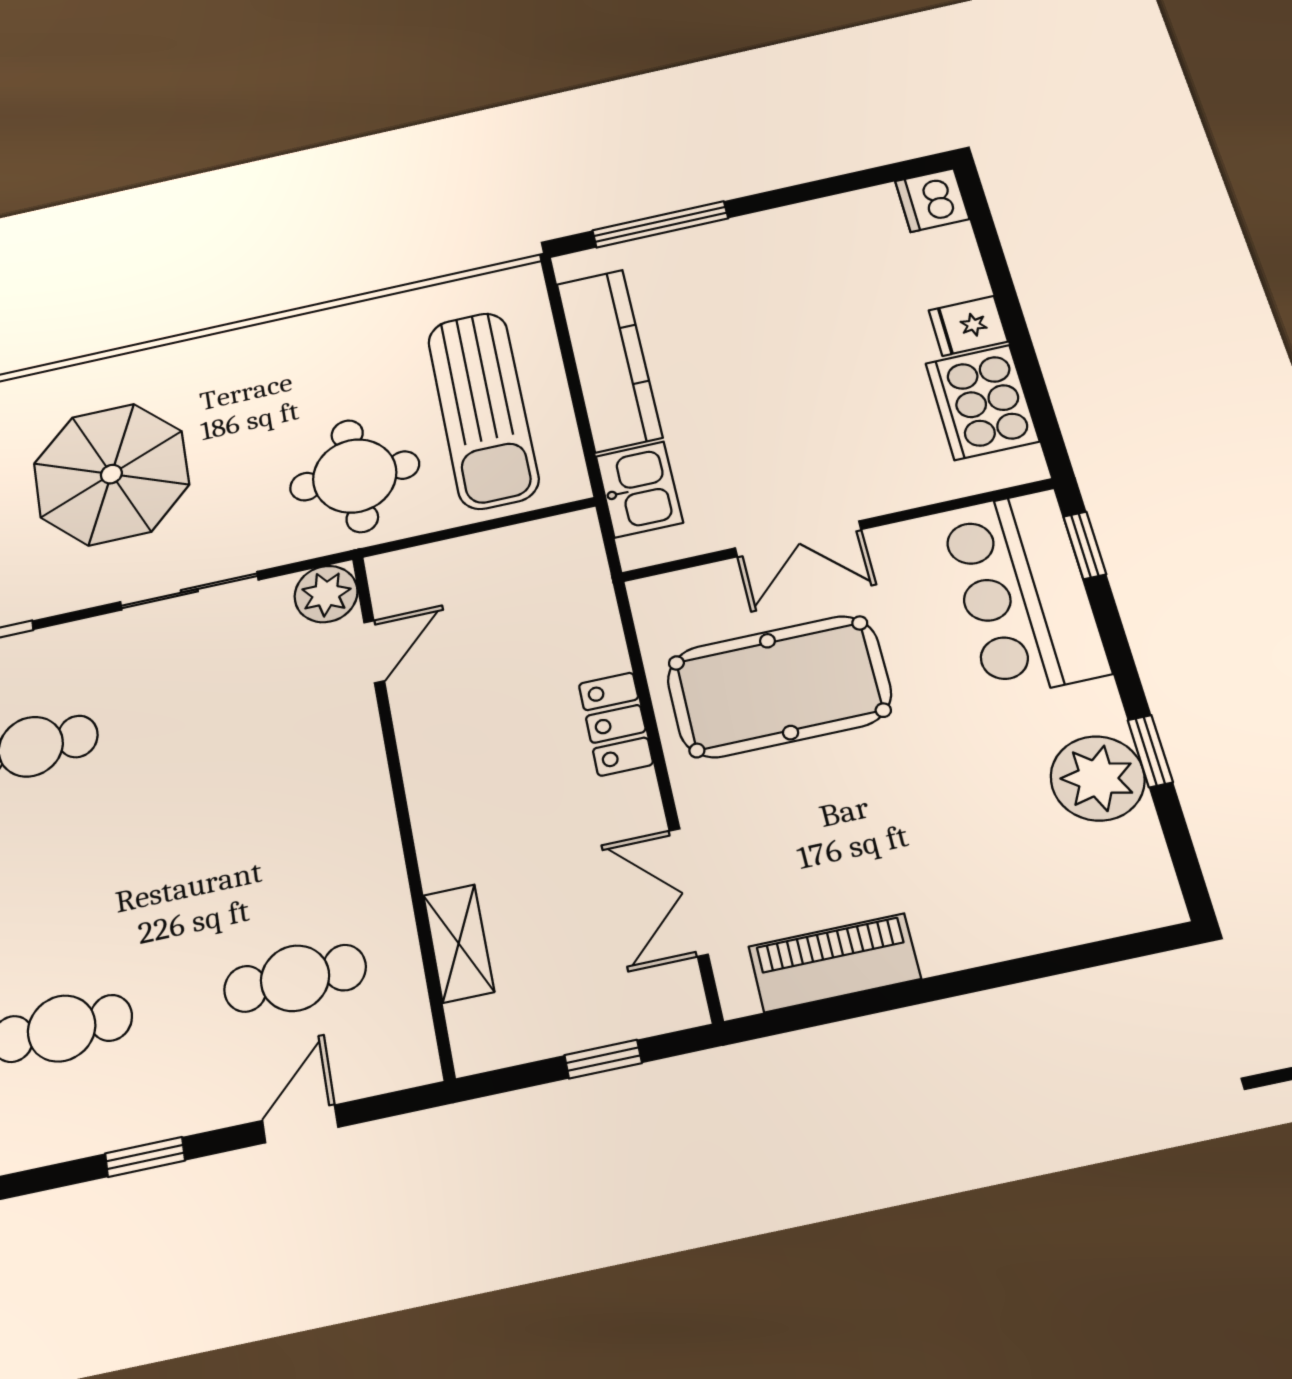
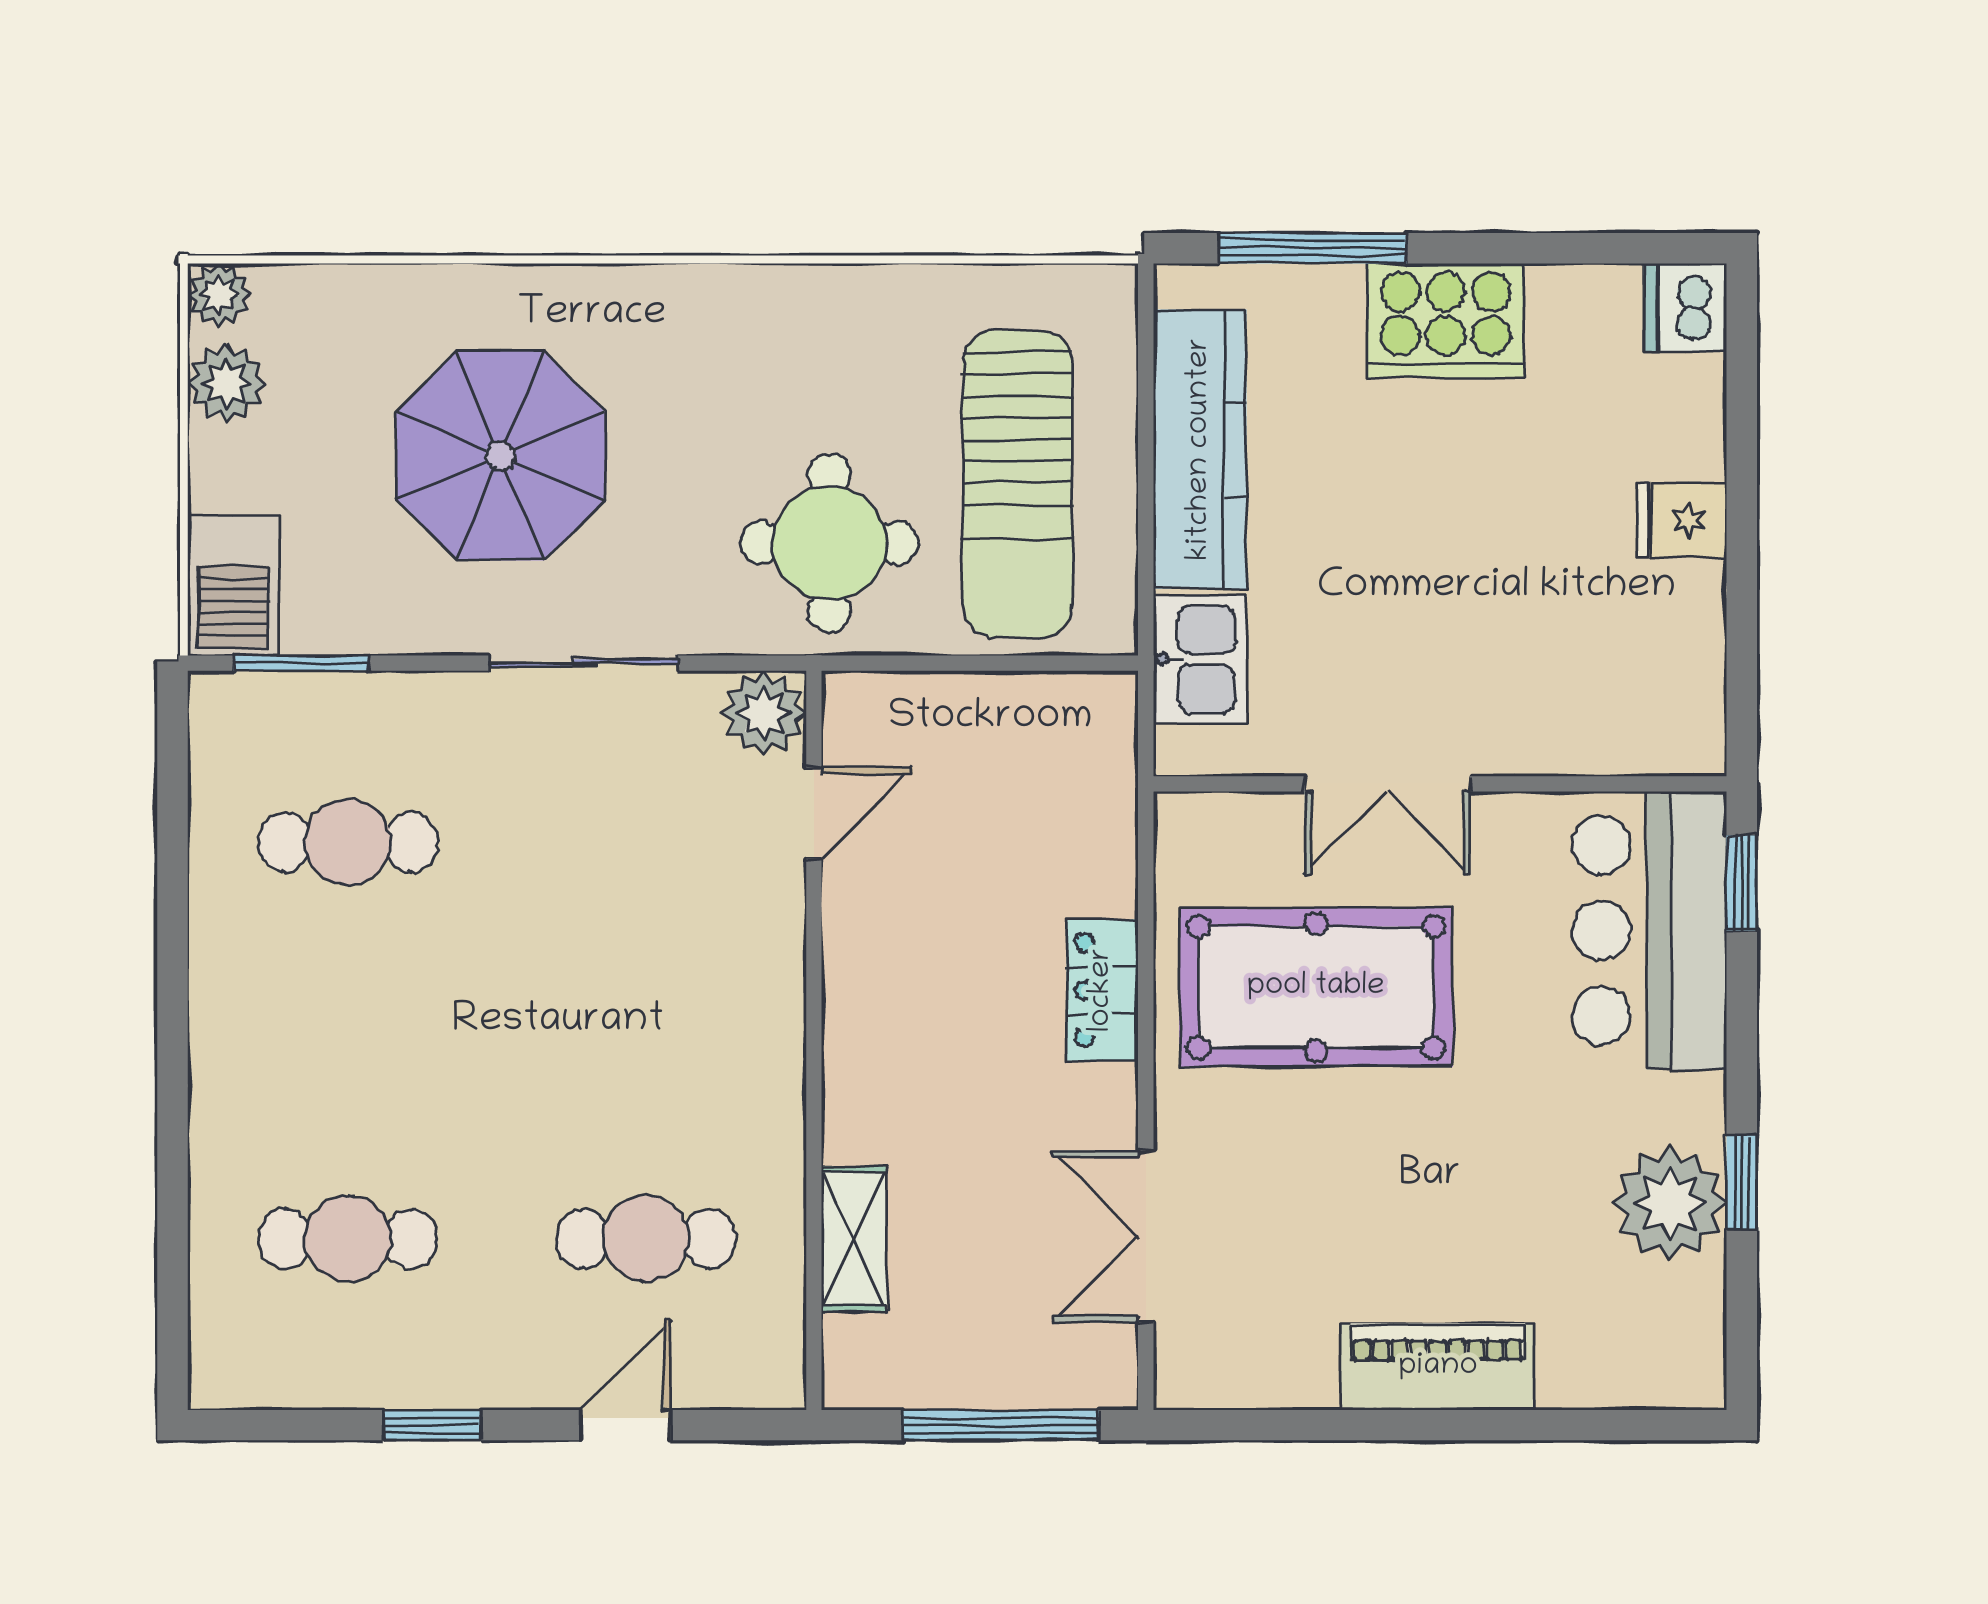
cooker: (982, 402) -> (1446, 321), moved, turned -90
piano: (834, 963) -> (1438, 1367), moved
window: (603, 1059) -> (1001, 1425), width x2.17

